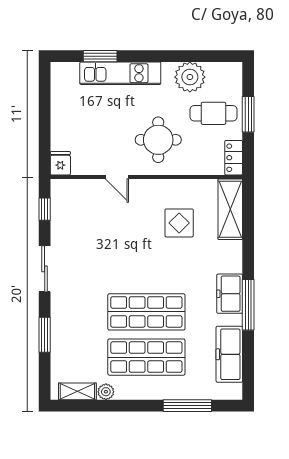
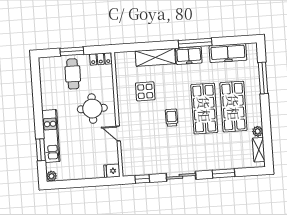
plant: (190, 77) -> (52, 176), moved, width x0.53, depth x0.53
door: (117, 177) -> (118, 134), swing flipped
shelving: (230, 209) -> (155, 57), moved
trolley: (136, 261) -> (172, 118), added

